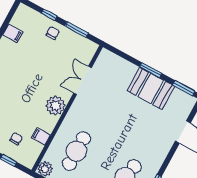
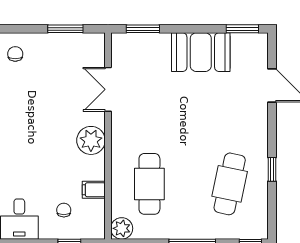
window: (49, 15) -> (20, 29), removed
chair: (53, 33) -> (15, 54), moved
window: (151, 70) -> (143, 29), moved

